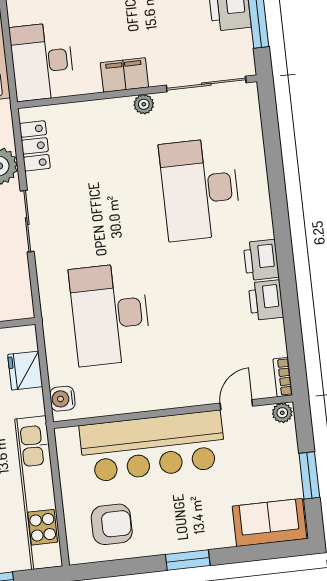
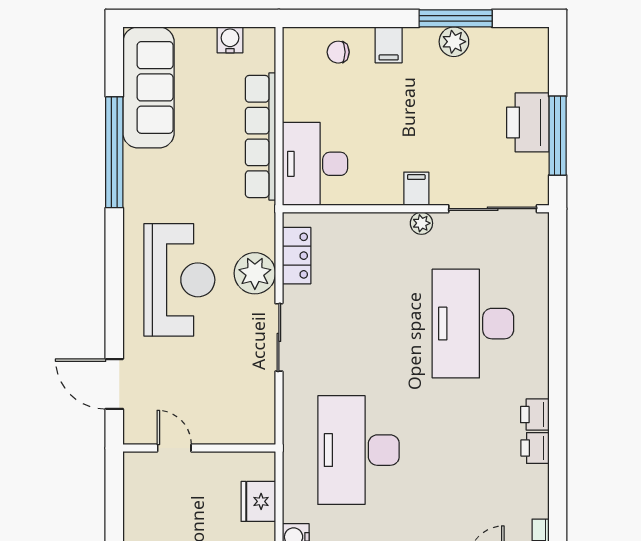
filing cabinet: (124, 75) -> (416, 189), width x0.50
printer: (261, 260) -> (535, 415), width x0.73, depth x0.81
printer: (266, 300) -> (535, 448), width x0.73, depth x0.81

